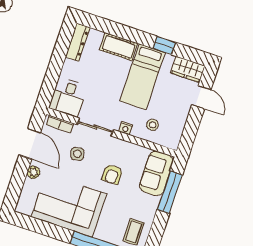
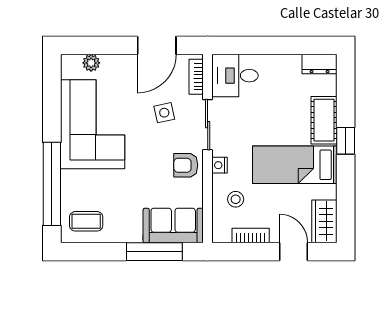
dresser: (78, 42) -> (320, 64), width x0.70
window: (164, 45) -> (346, 141), moved
door: (201, 97) -> (294, 252), swing flipped
bookcase: (181, 123) -> (251, 235), added
plant: (33, 172) -> (91, 63), moved
armchair: (112, 174) -> (186, 165), moved

